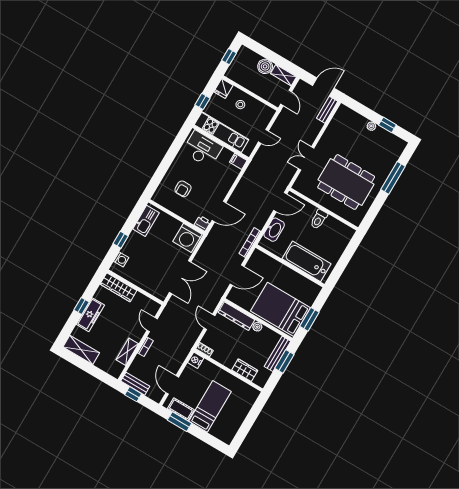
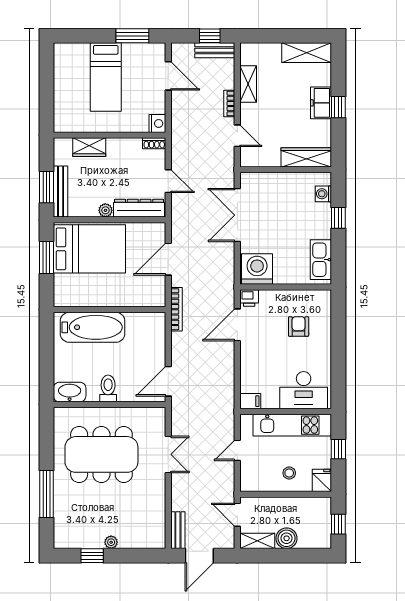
washbasin: (274, 230) -> (70, 392), moved, turned 90
freezer: (90, 315) -> (321, 103), width x0.71
cot: (181, 409) -> (140, 52), removed

